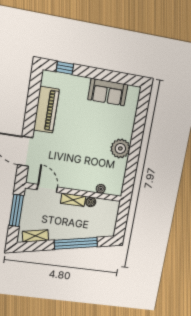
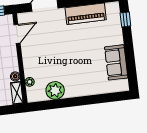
plant: (120, 148) -> (55, 90), moved
shelving: (73, 200) -> (17, 93), moved

